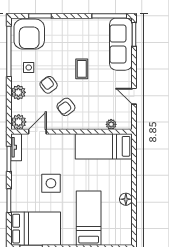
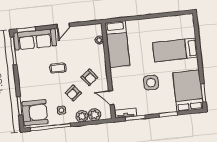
door: (134, 96) -> (63, 26), moved
plant: (19, 122) -> (95, 115), moved
floor lamp: (126, 199) -> (157, 22), removed

